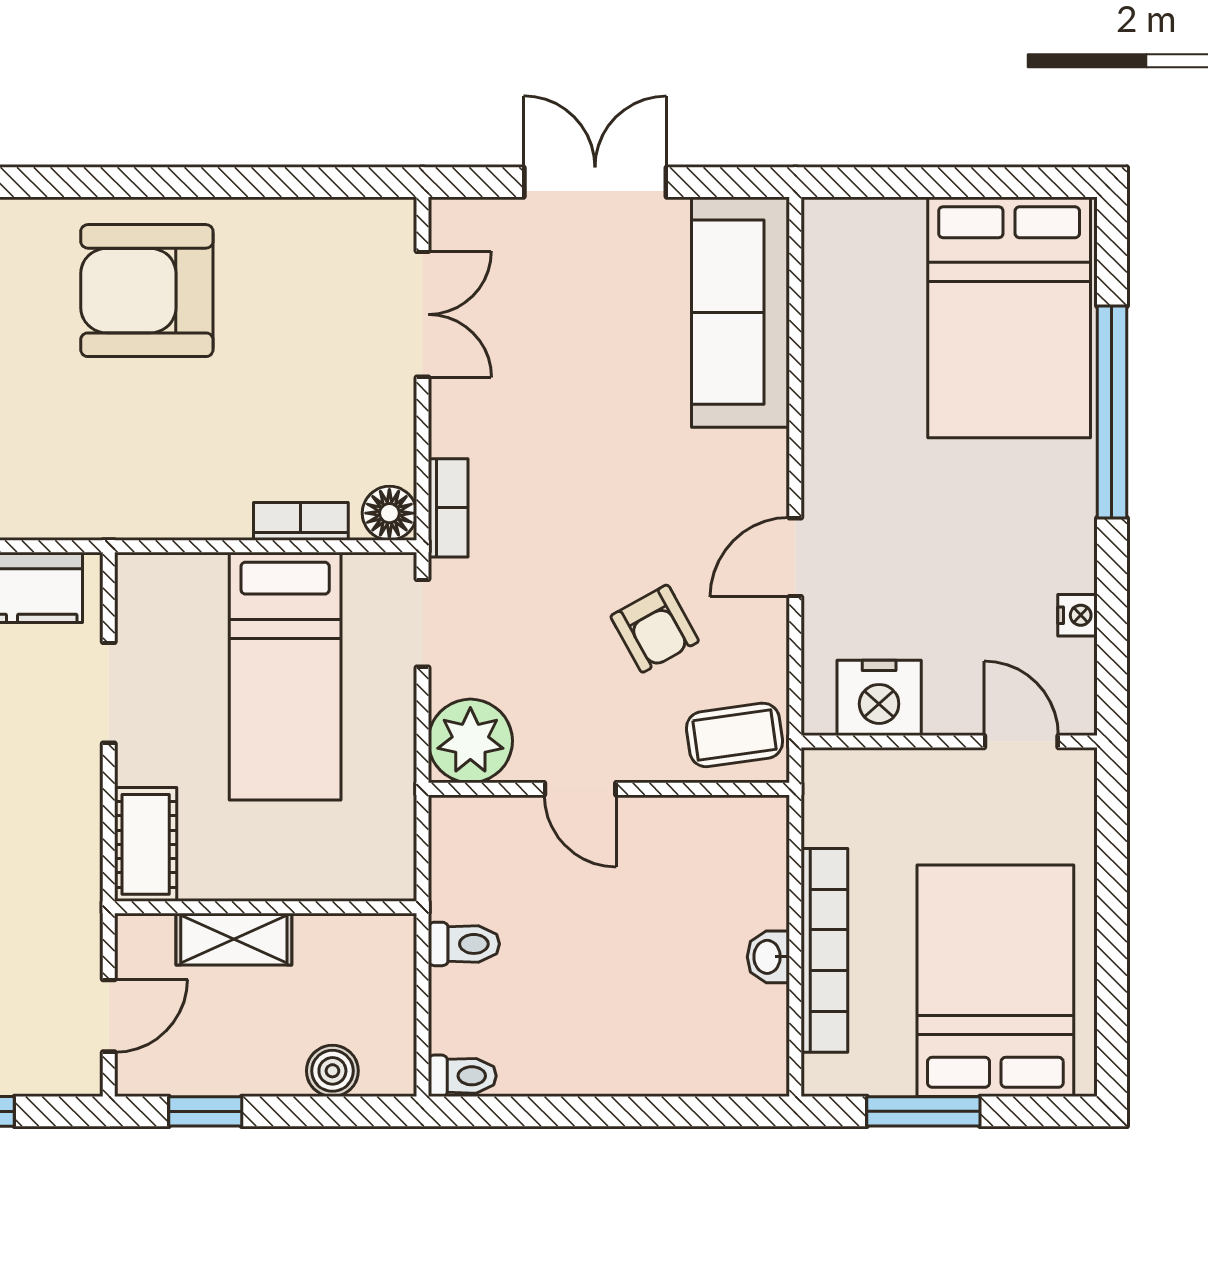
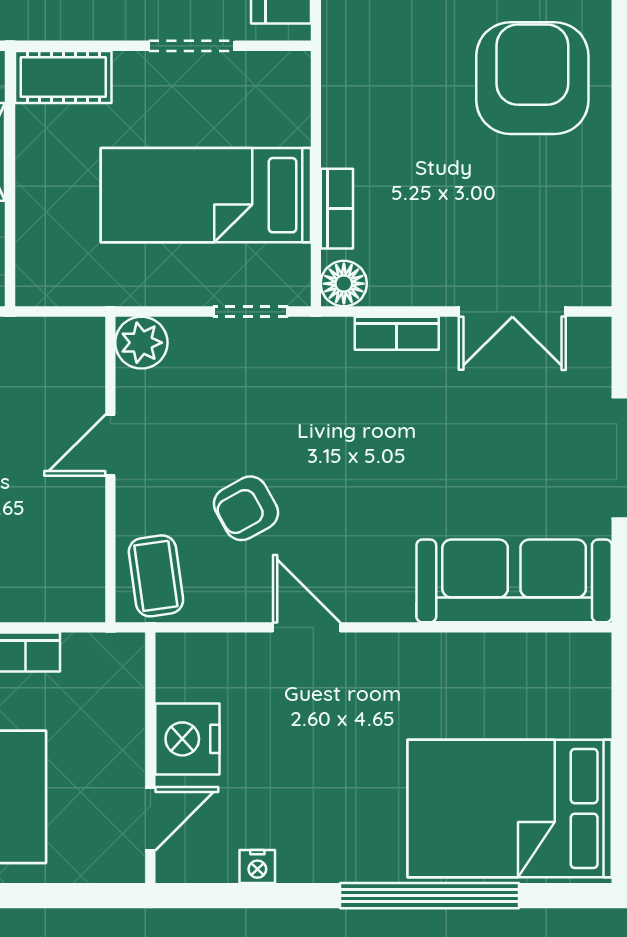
bookcase: (448, 508) -> (397, 333), moved
nightstand: (879, 698) -> (187, 739), moved
plant: (470, 741) -> (141, 343), width x0.73, depth x0.73

